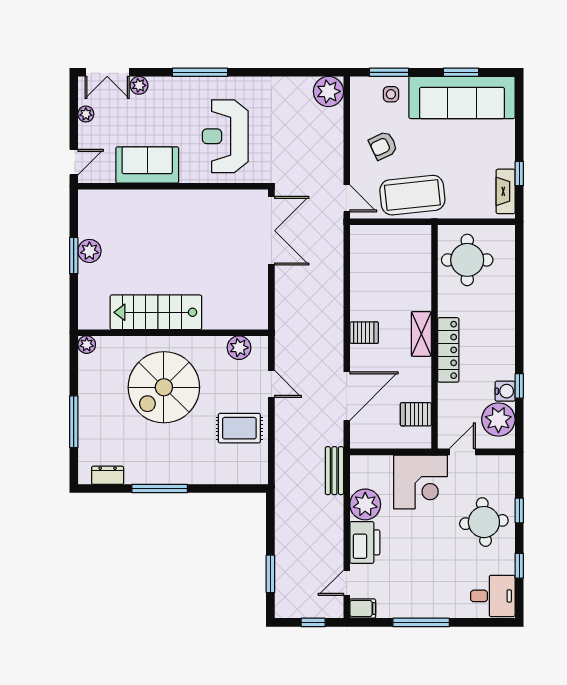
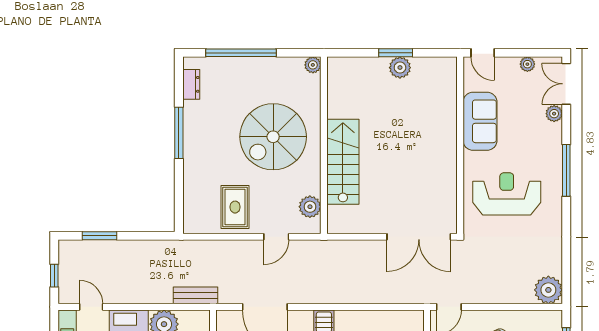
stairs: (156, 312) -> (343, 162), moved
spiral stairs: (164, 387) -> (273, 137), turned -90
window: (74, 422) -> (241, 53), width x1.46

